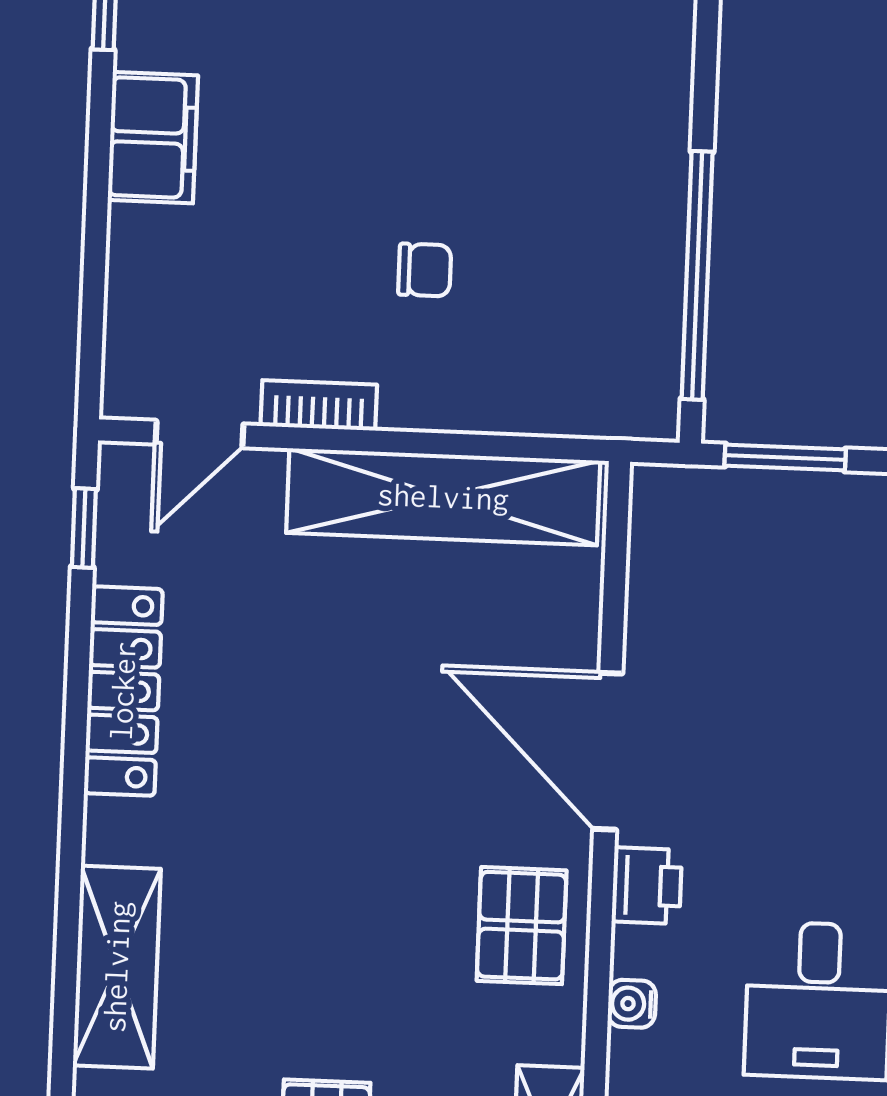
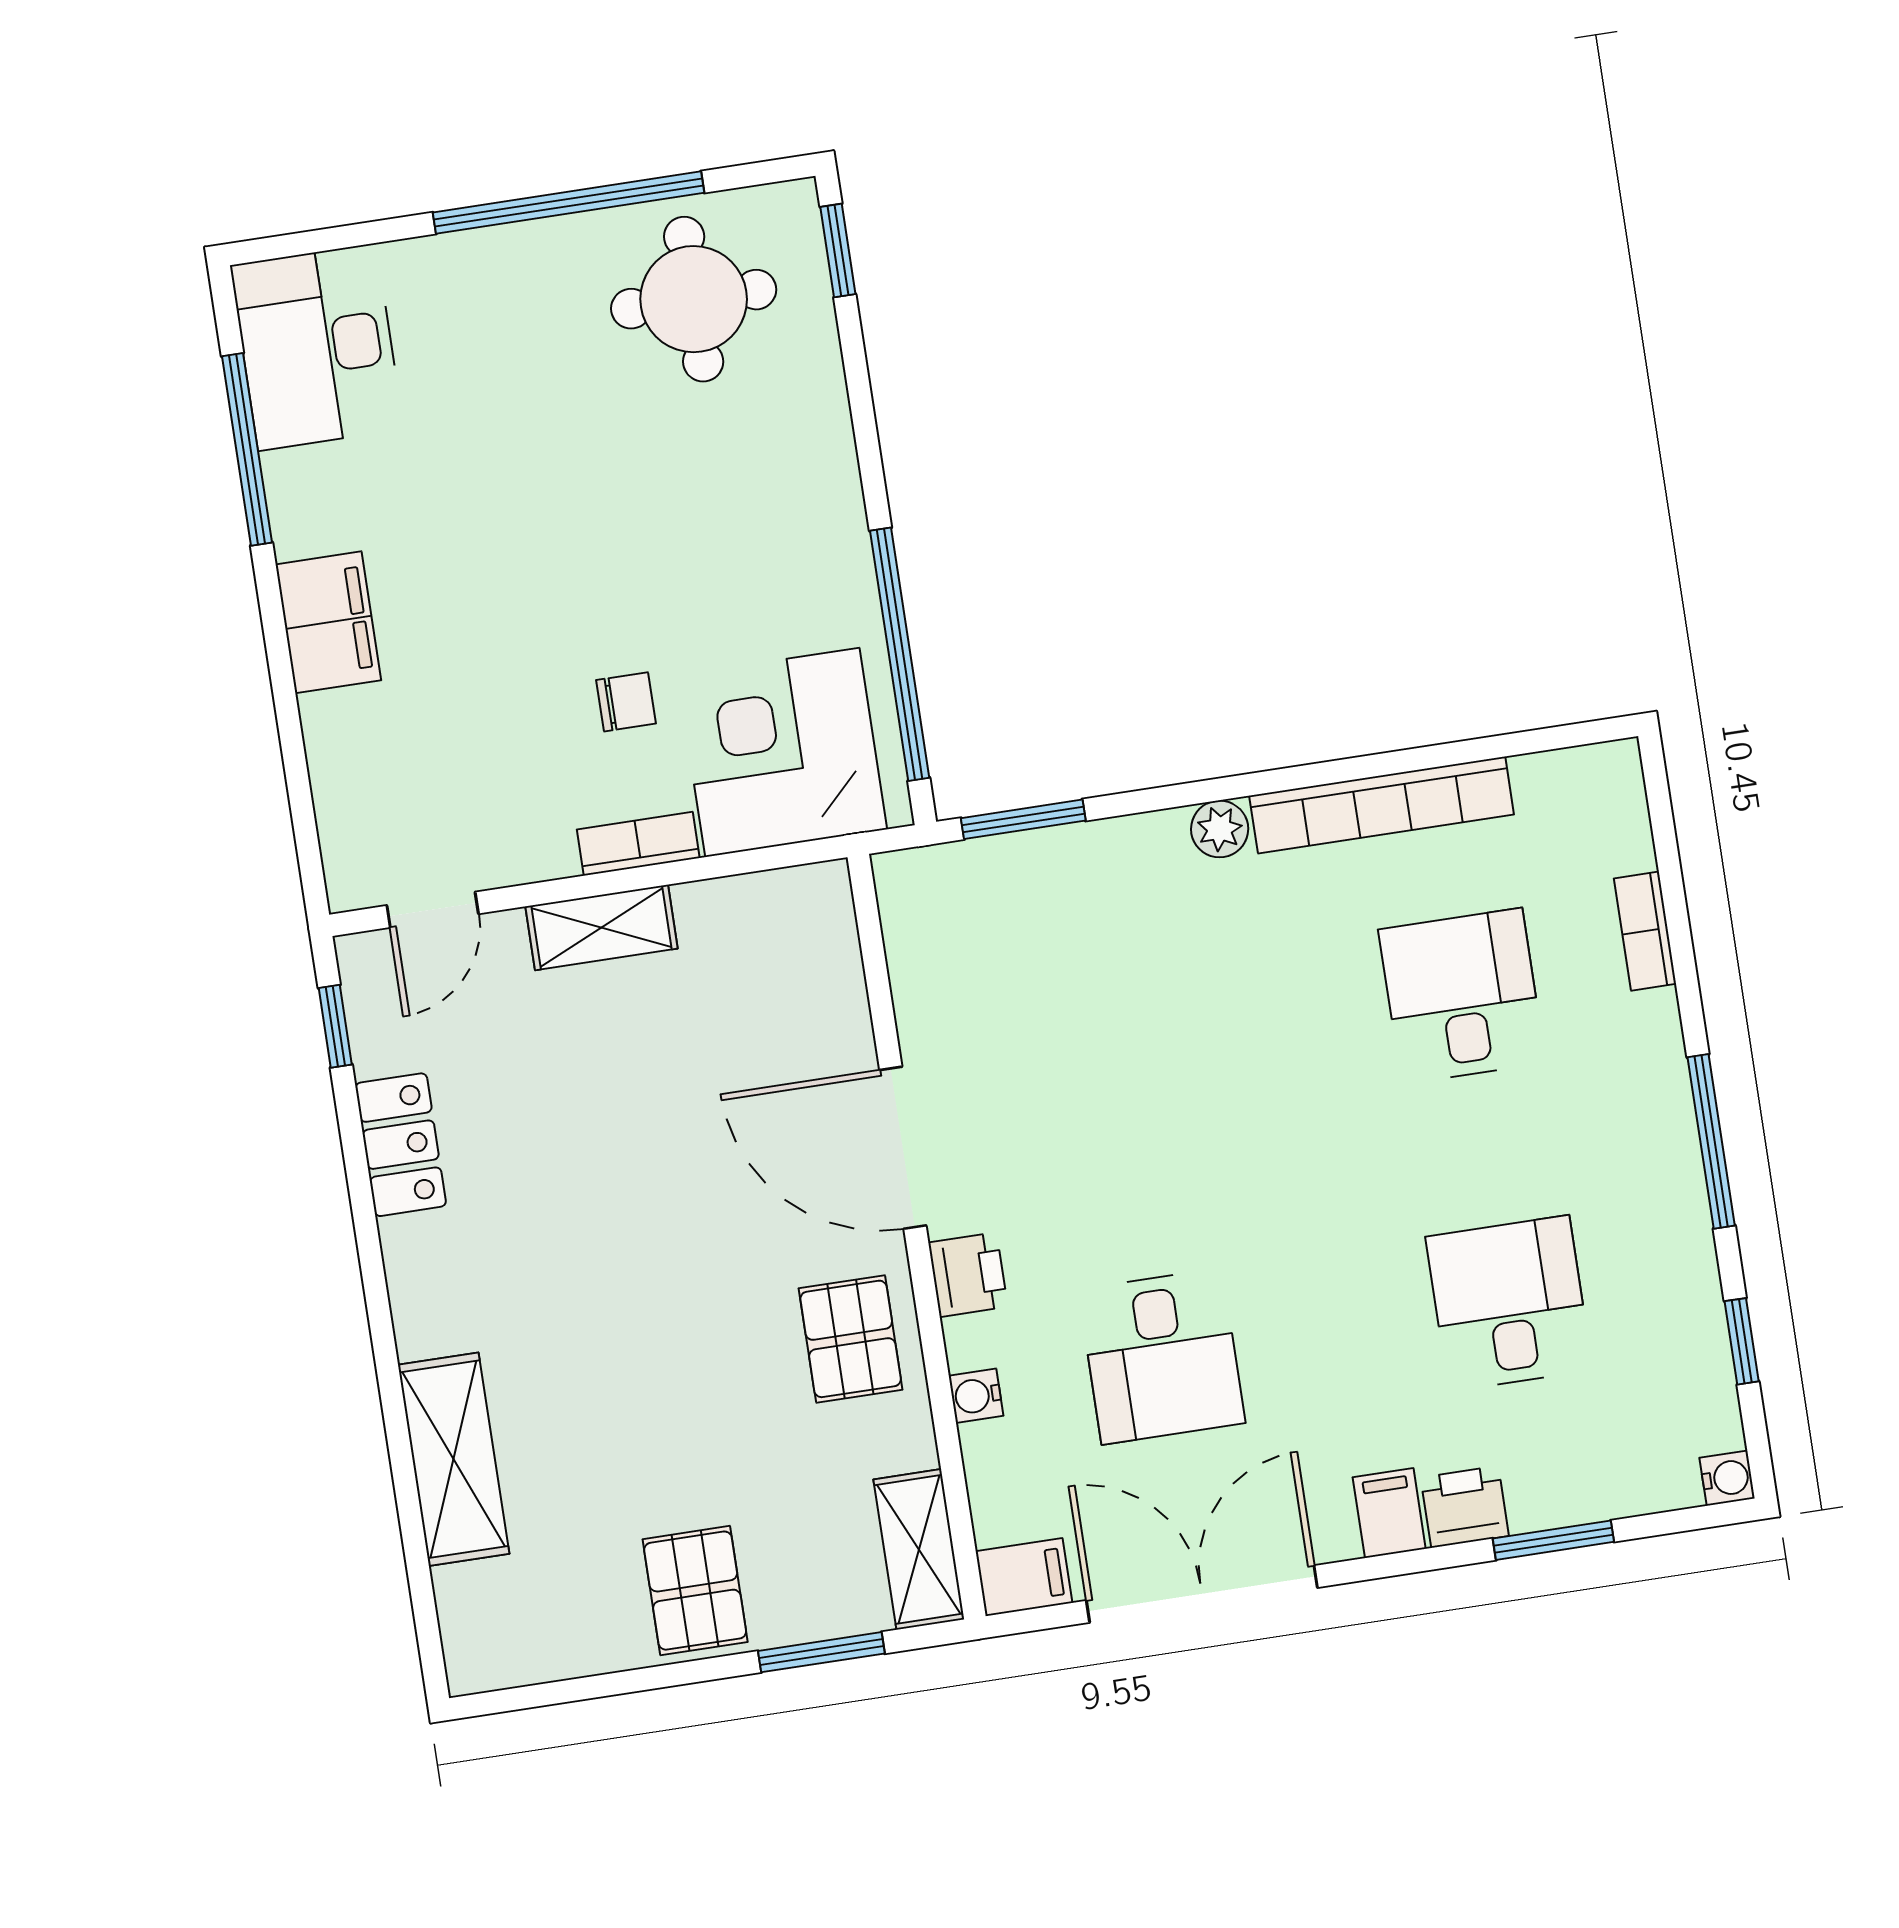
corner desk: (566, 348) -> (782, 752), added
bookcase: (319, 405) -> (638, 844), moved
shelving: (443, 497) -> (602, 928), width x0.45, depth x0.75
locker: (123, 691) -> (401, 1145), width x0.66

